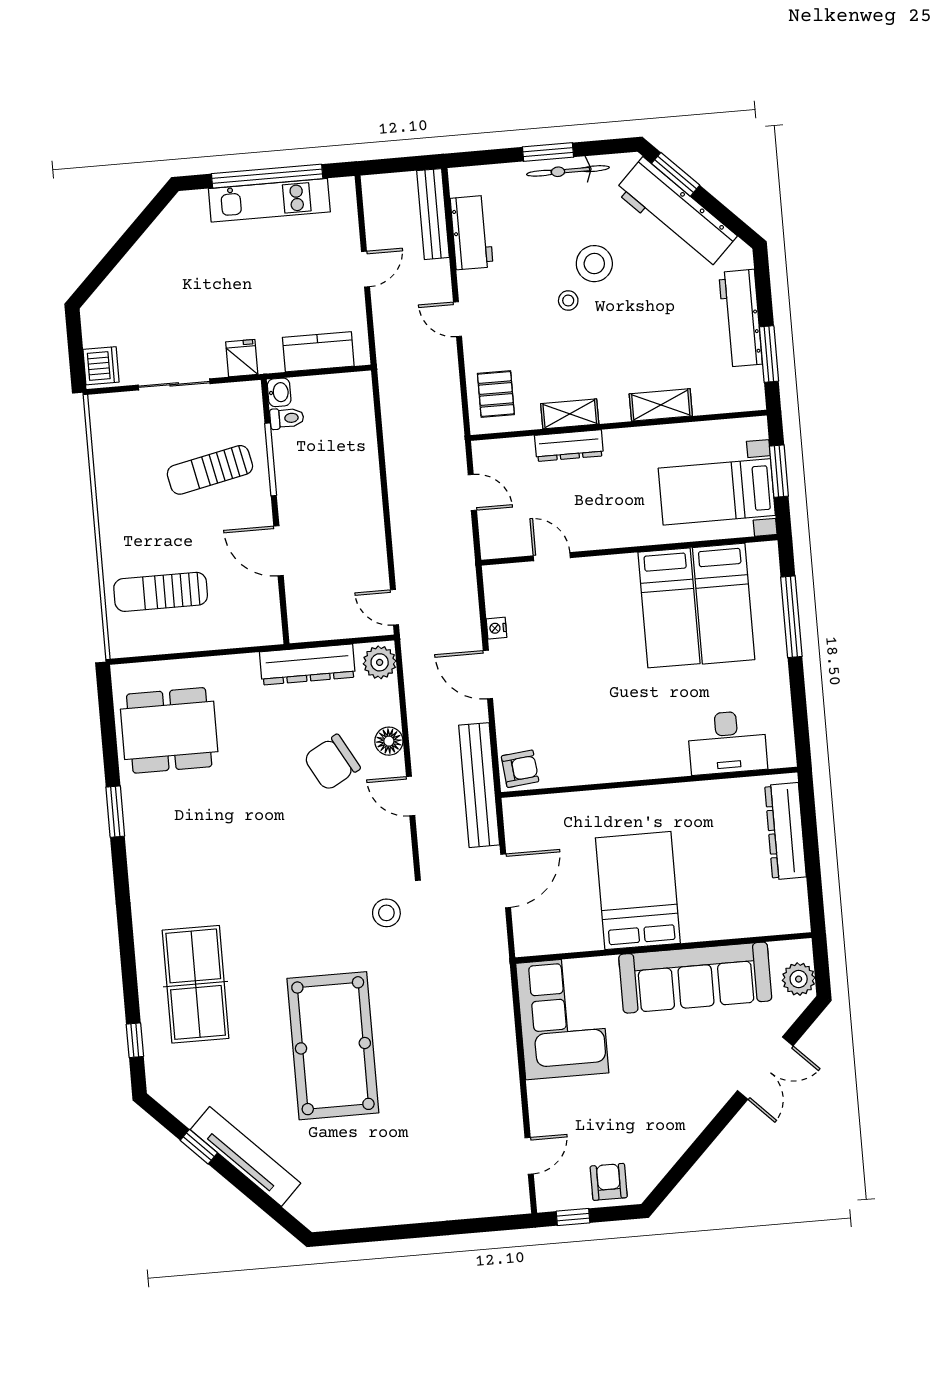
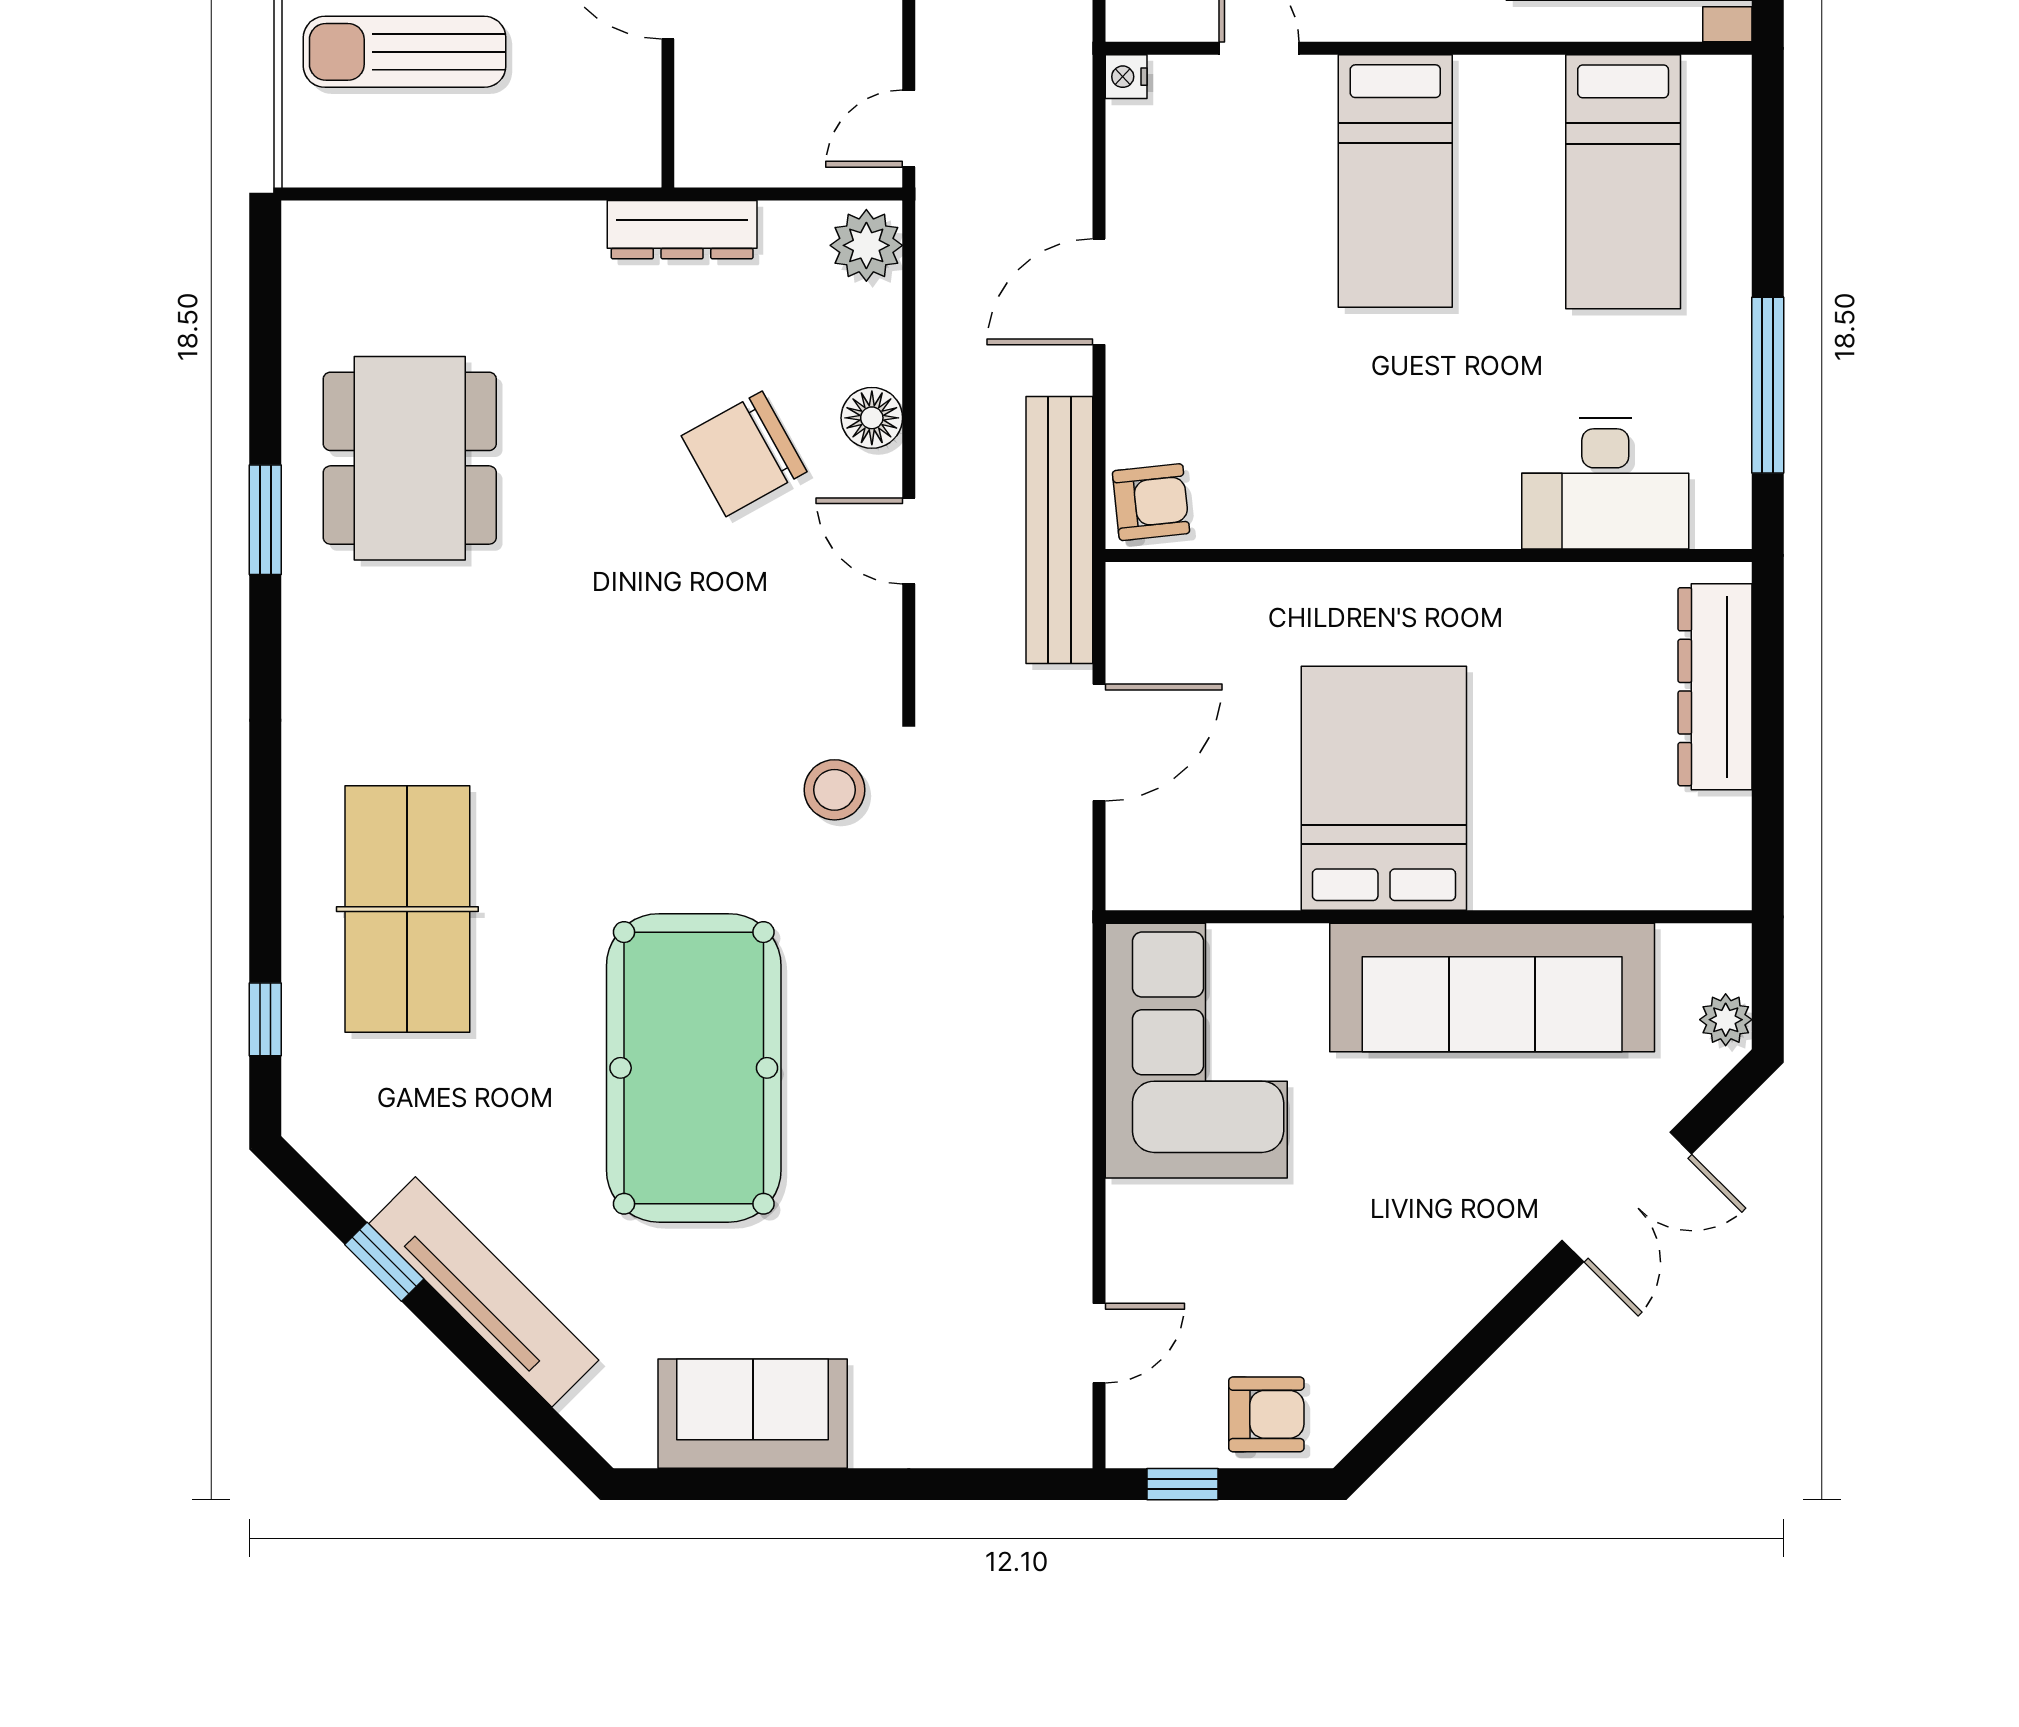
door: (394, 607) -> (909, 129), hinge flipped
bed: (669, 608) -> (1395, 181), moved
window: (791, 617) -> (1768, 385), moved
nightstand: (496, 628) -> (1126, 77), moved
dresser: (307, 665) -> (682, 230), width x0.73, depth x0.80
door: (488, 674) -> (1099, 292), hinge flipped
dining table: (169, 730) -> (410, 458), moved, turned 90
plant: (799, 979) -> (1726, 1020), width x0.73, depth x0.73
armchair: (609, 1182) -> (1266, 1414), turned 90
sofa: (373, 1202) -> (753, 1414), added

